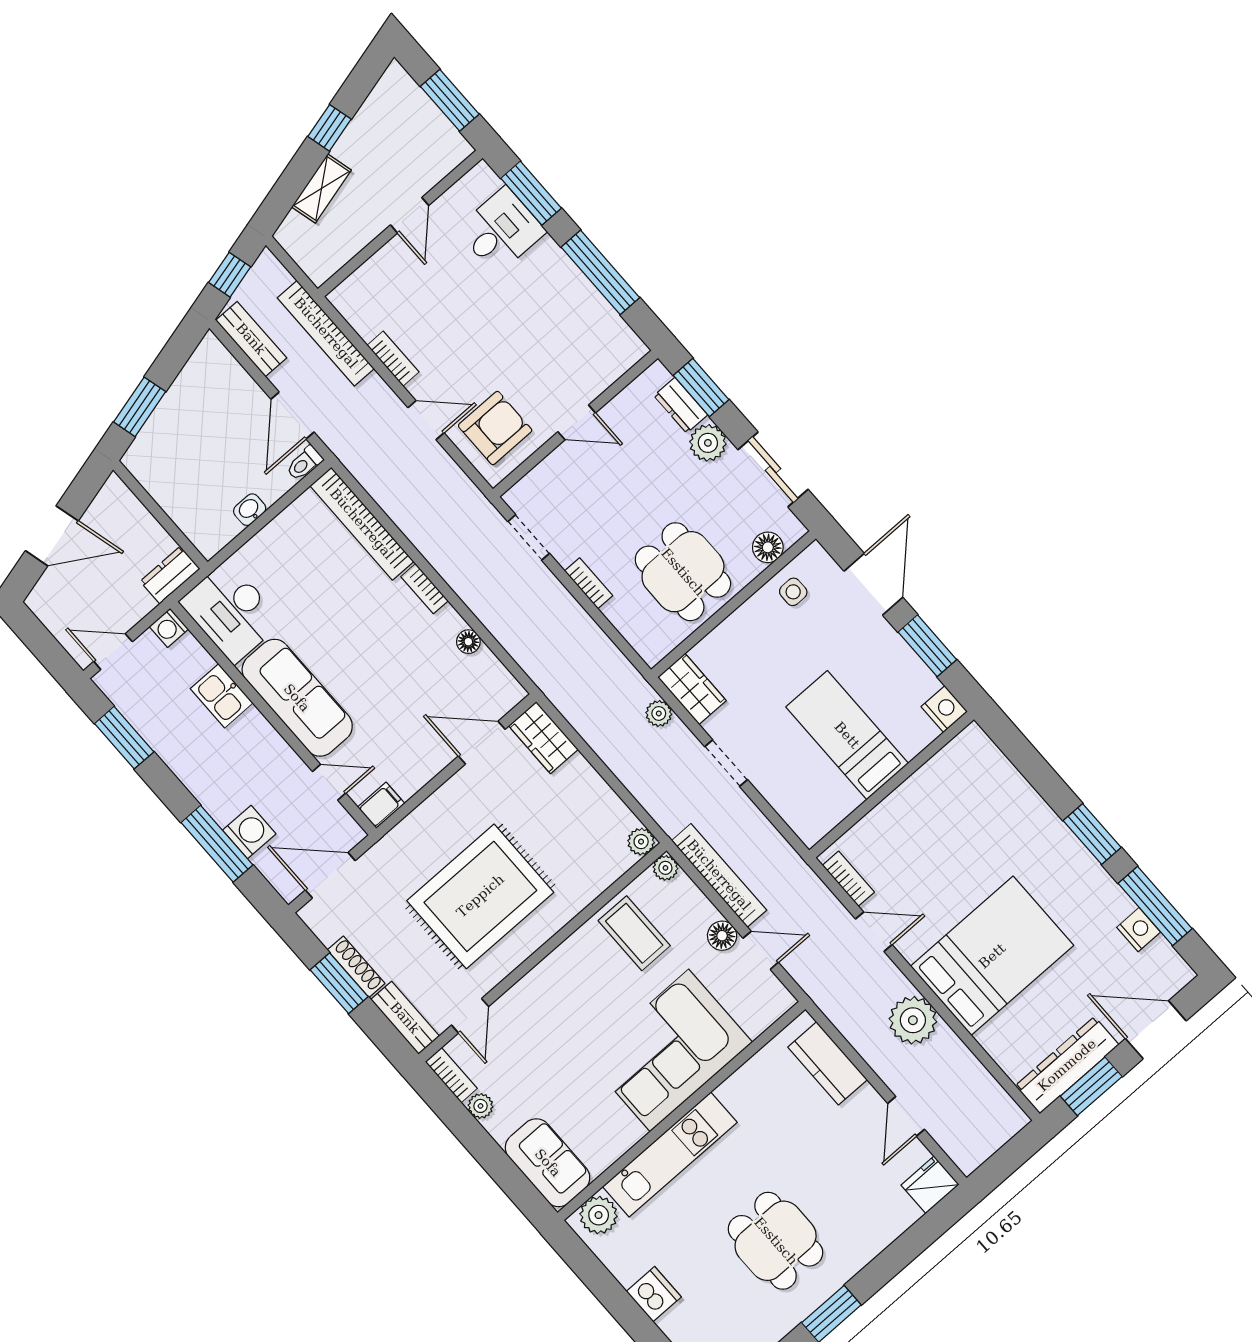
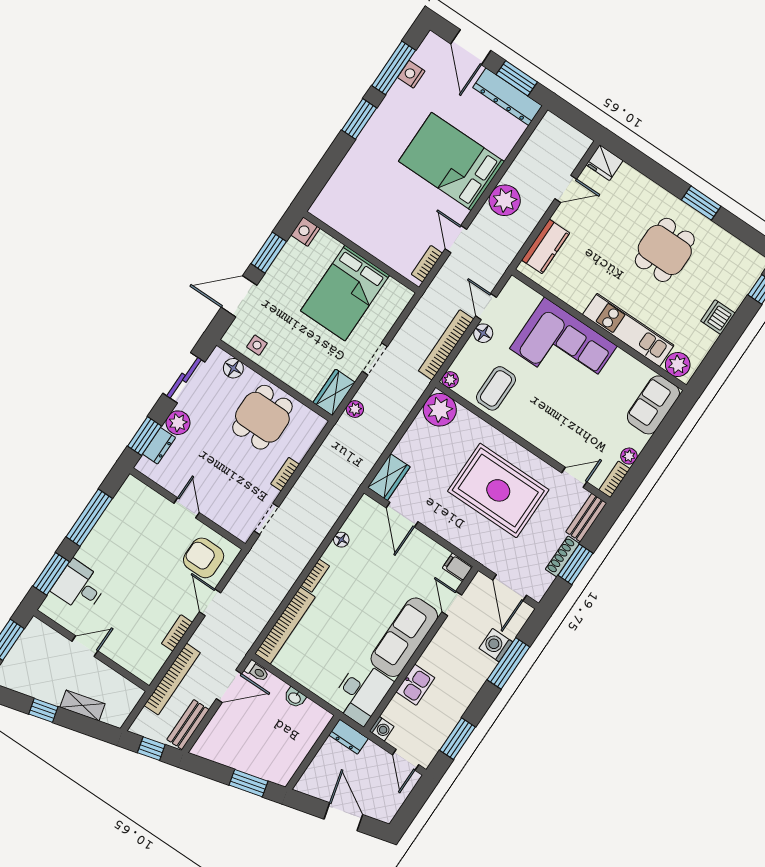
bed: (847, 735) -> (345, 293), width x1.50
plant: (641, 842) -> (440, 410), width x1.88, depth x1.88

